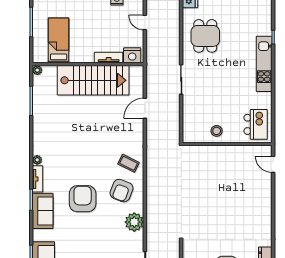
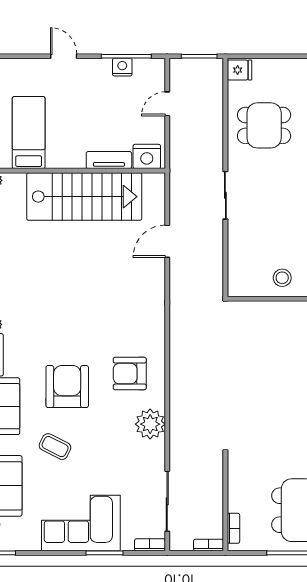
door: (145, 23) -> (167, 104), hinge flipped
dining table: (205, 36) -> (264, 125), turned 90
coffee table: (129, 163) -> (55, 447), moved
armchair: (122, 191) -> (130, 374), turned 69

